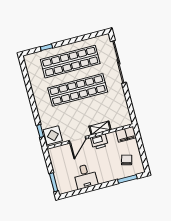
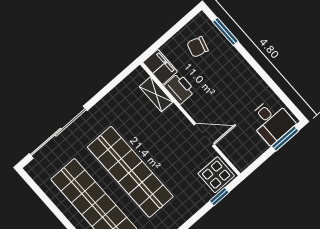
shelving: (100, 128) -> (156, 94), moved
printer: (99, 142) -> (180, 88), moved
desk: (85, 176) -> (271, 121), moved, turned 90

